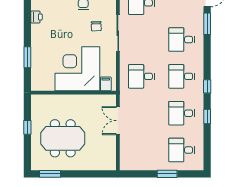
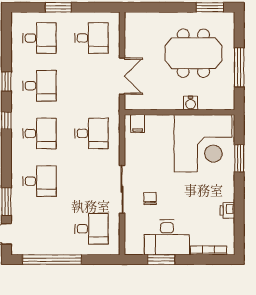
corner desk: (77, 69) -> (203, 143), moved
water cooler: (65, 100) -> (191, 103), added
window: (27, 127) -> (239, 67), width x2.17
desk: (141, 150) -> (91, 38), added

